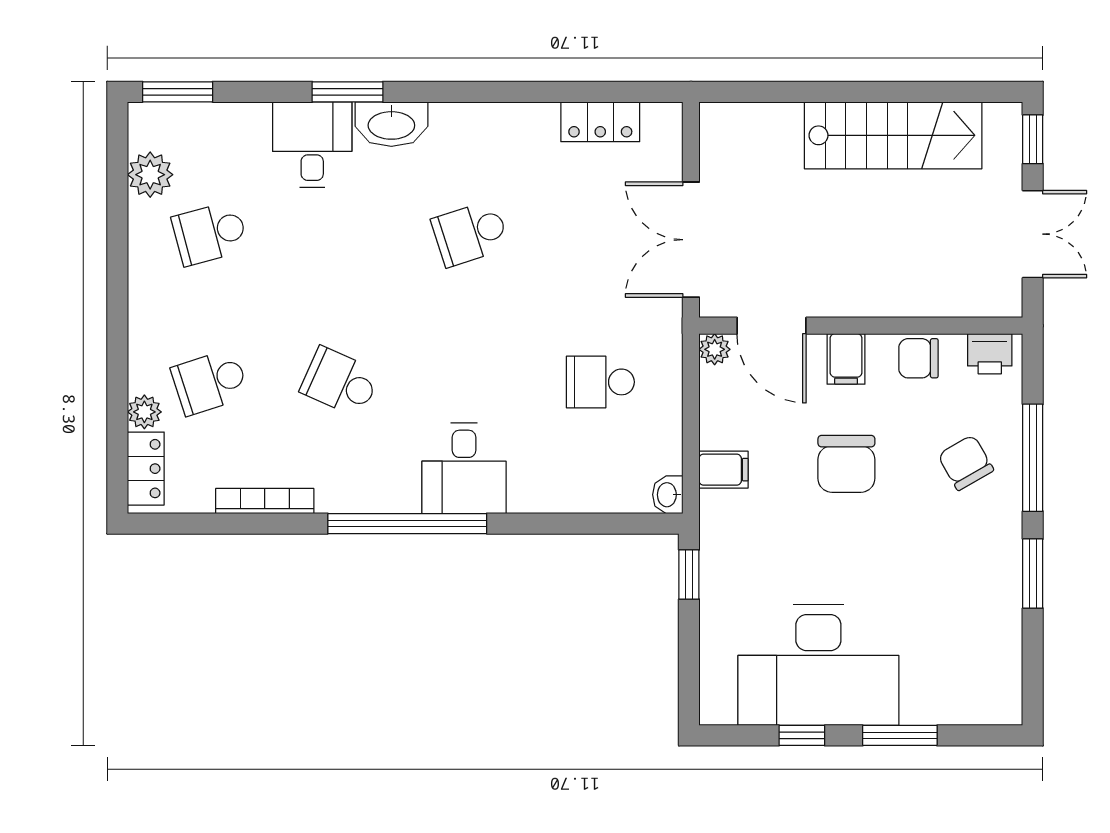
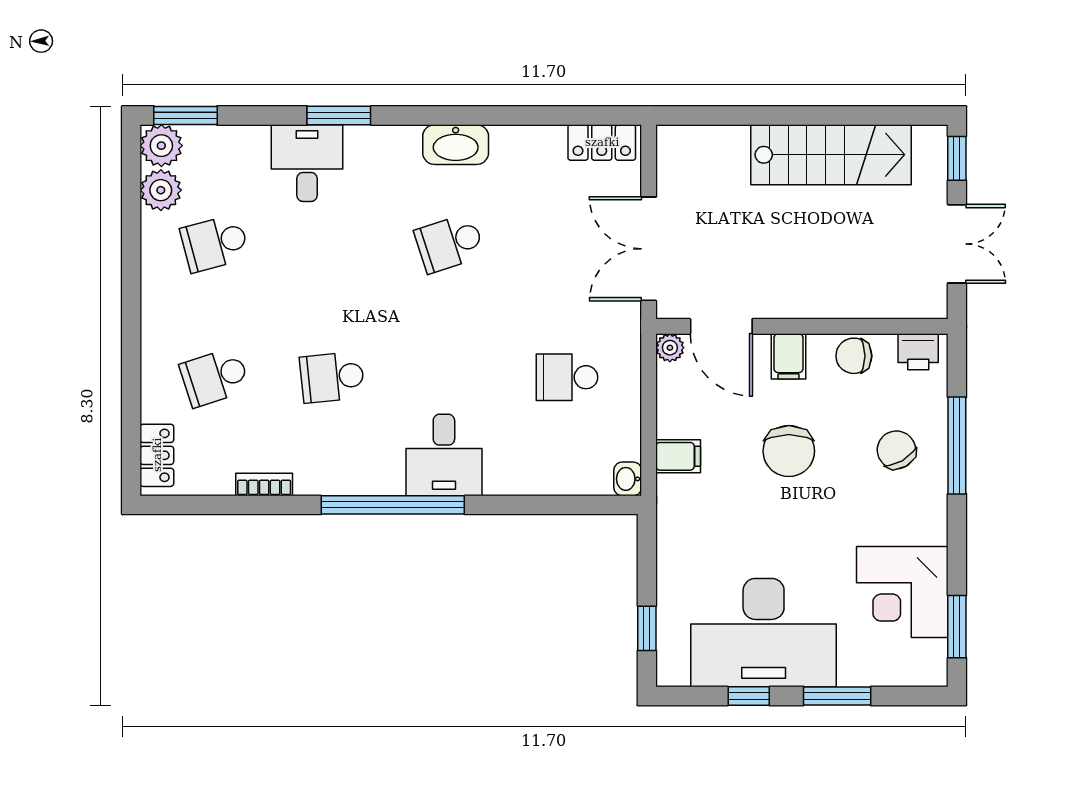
locker: (600, 122) -> (602, 142), moved
washbasin: (391, 124) -> (456, 145), moved
school desk: (340, 382) -> (332, 377), turned -30
plant: (144, 412) -> (161, 146), moved, width x1.38, depth x1.38
bookcase: (265, 501) -> (264, 485), width x0.64
window: (689, 574) -> (647, 628), moved
window: (1033, 574) -> (957, 627), moved
corner desk: (972, 620) -> (902, 592), added

